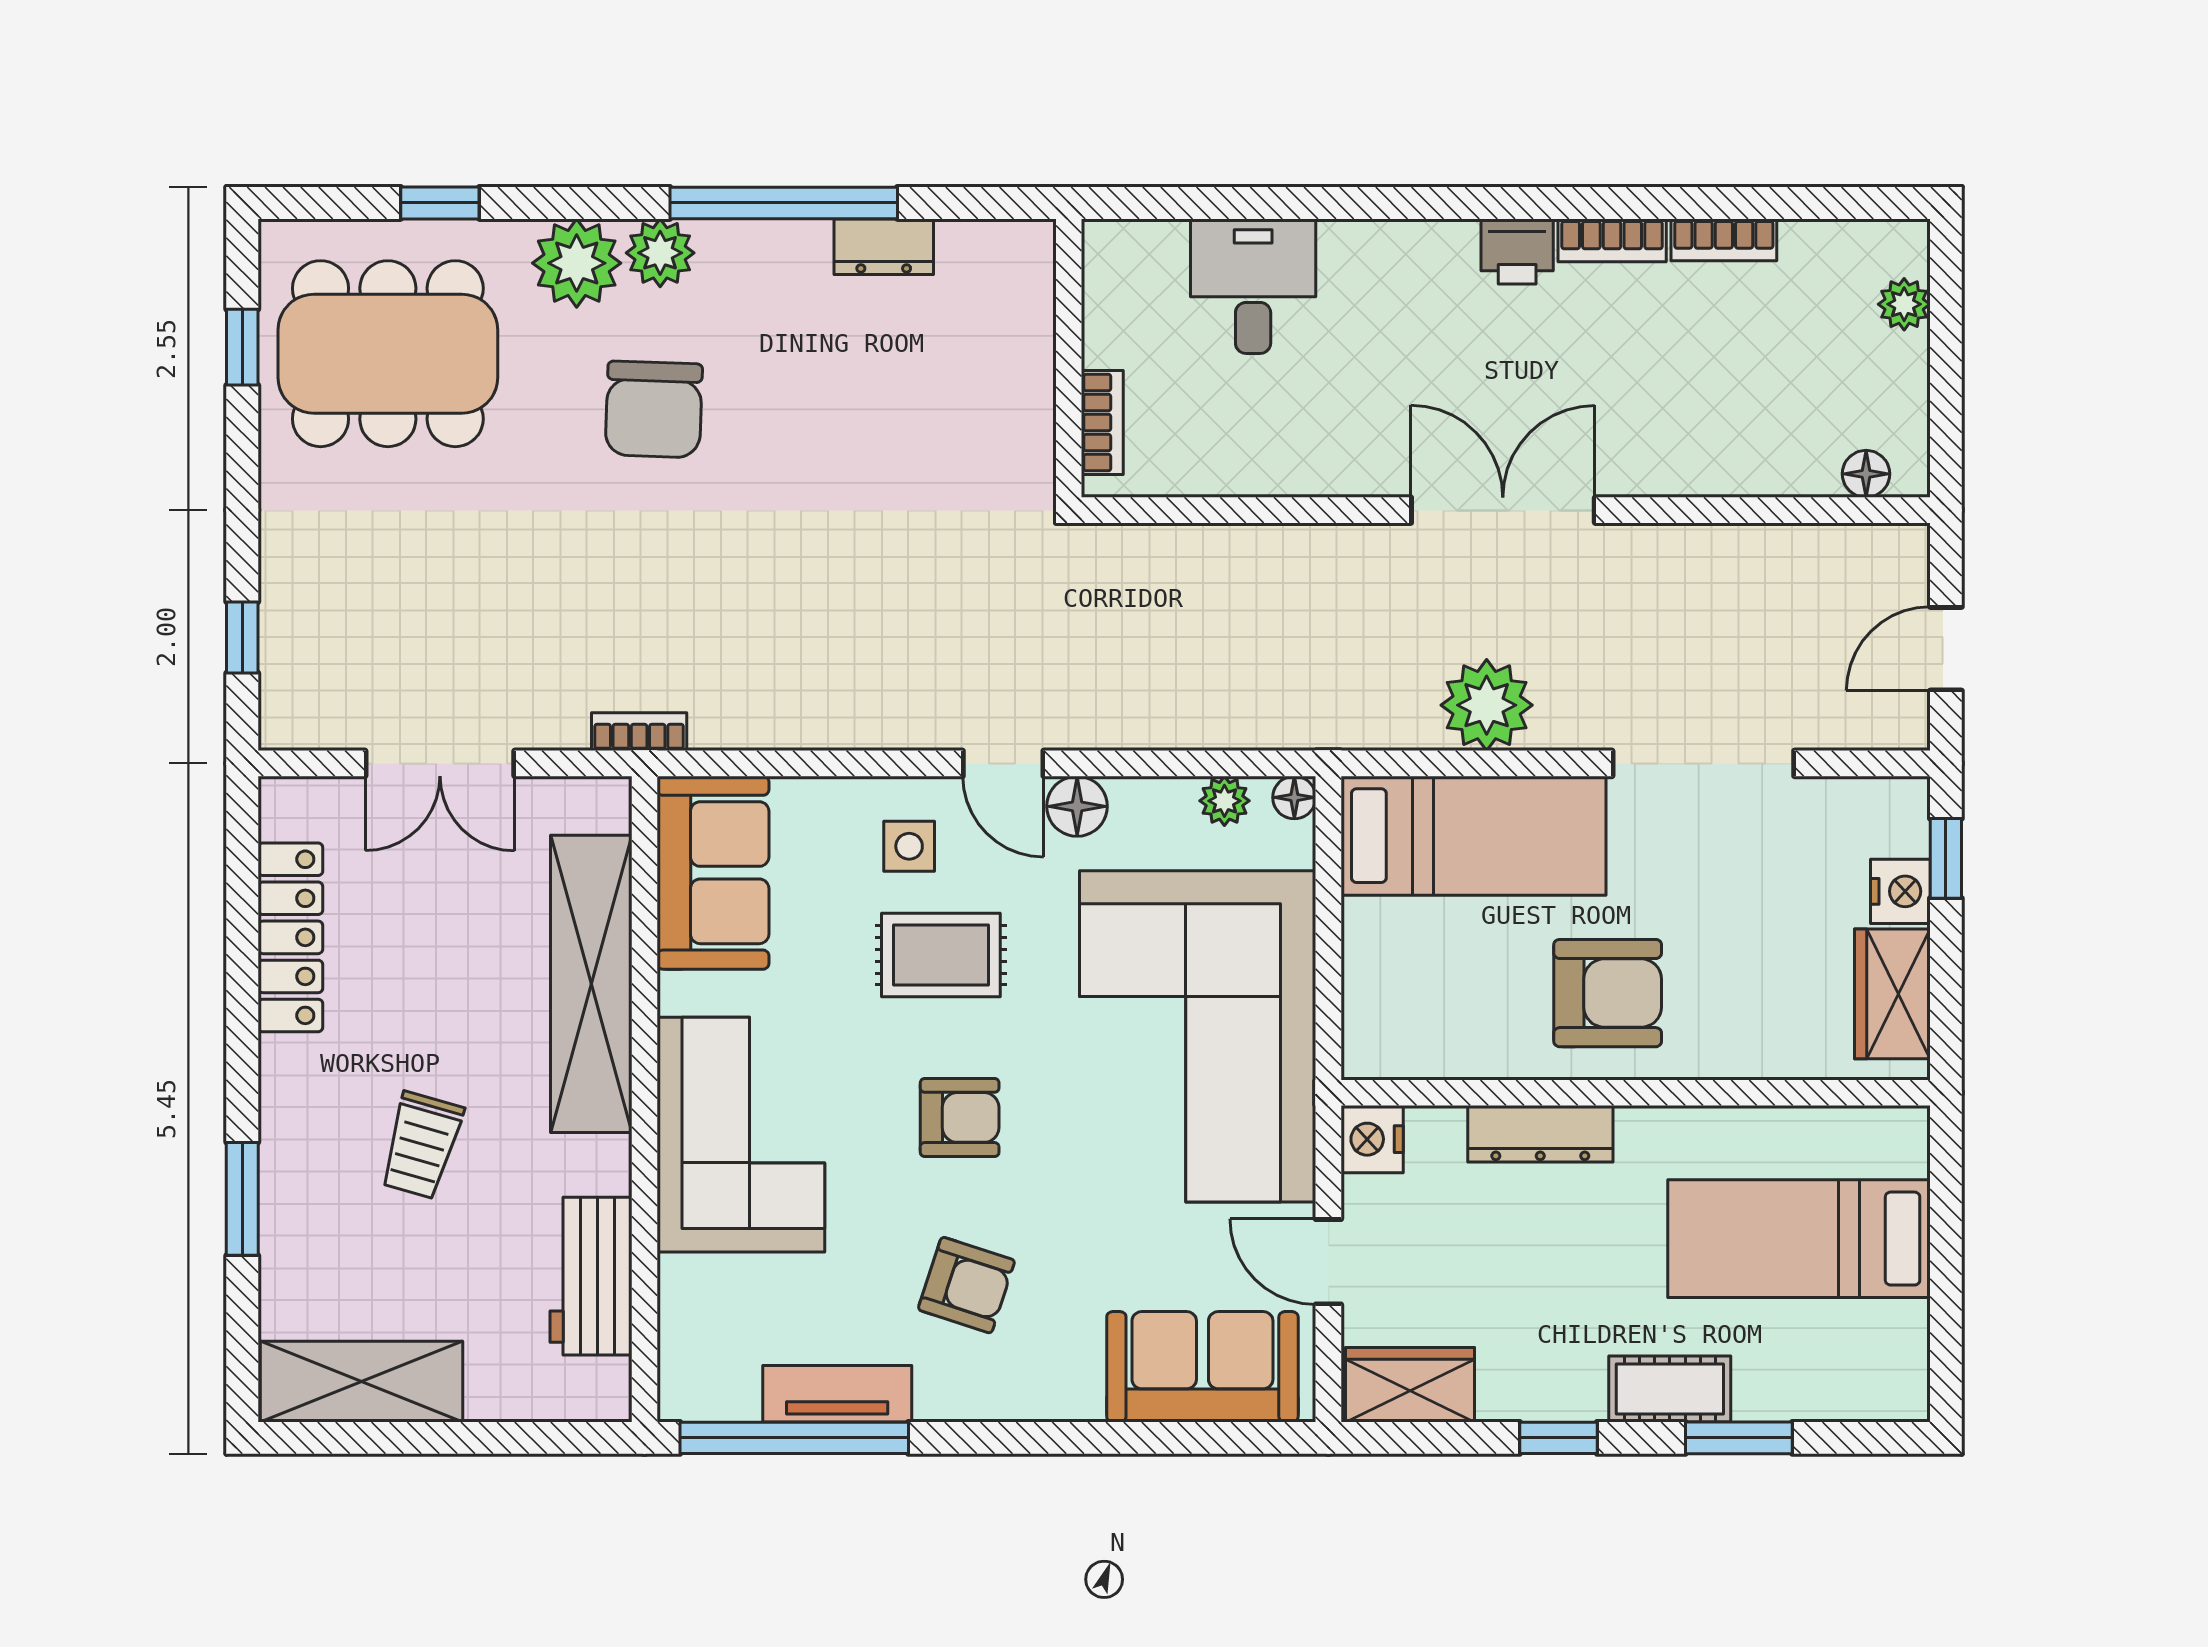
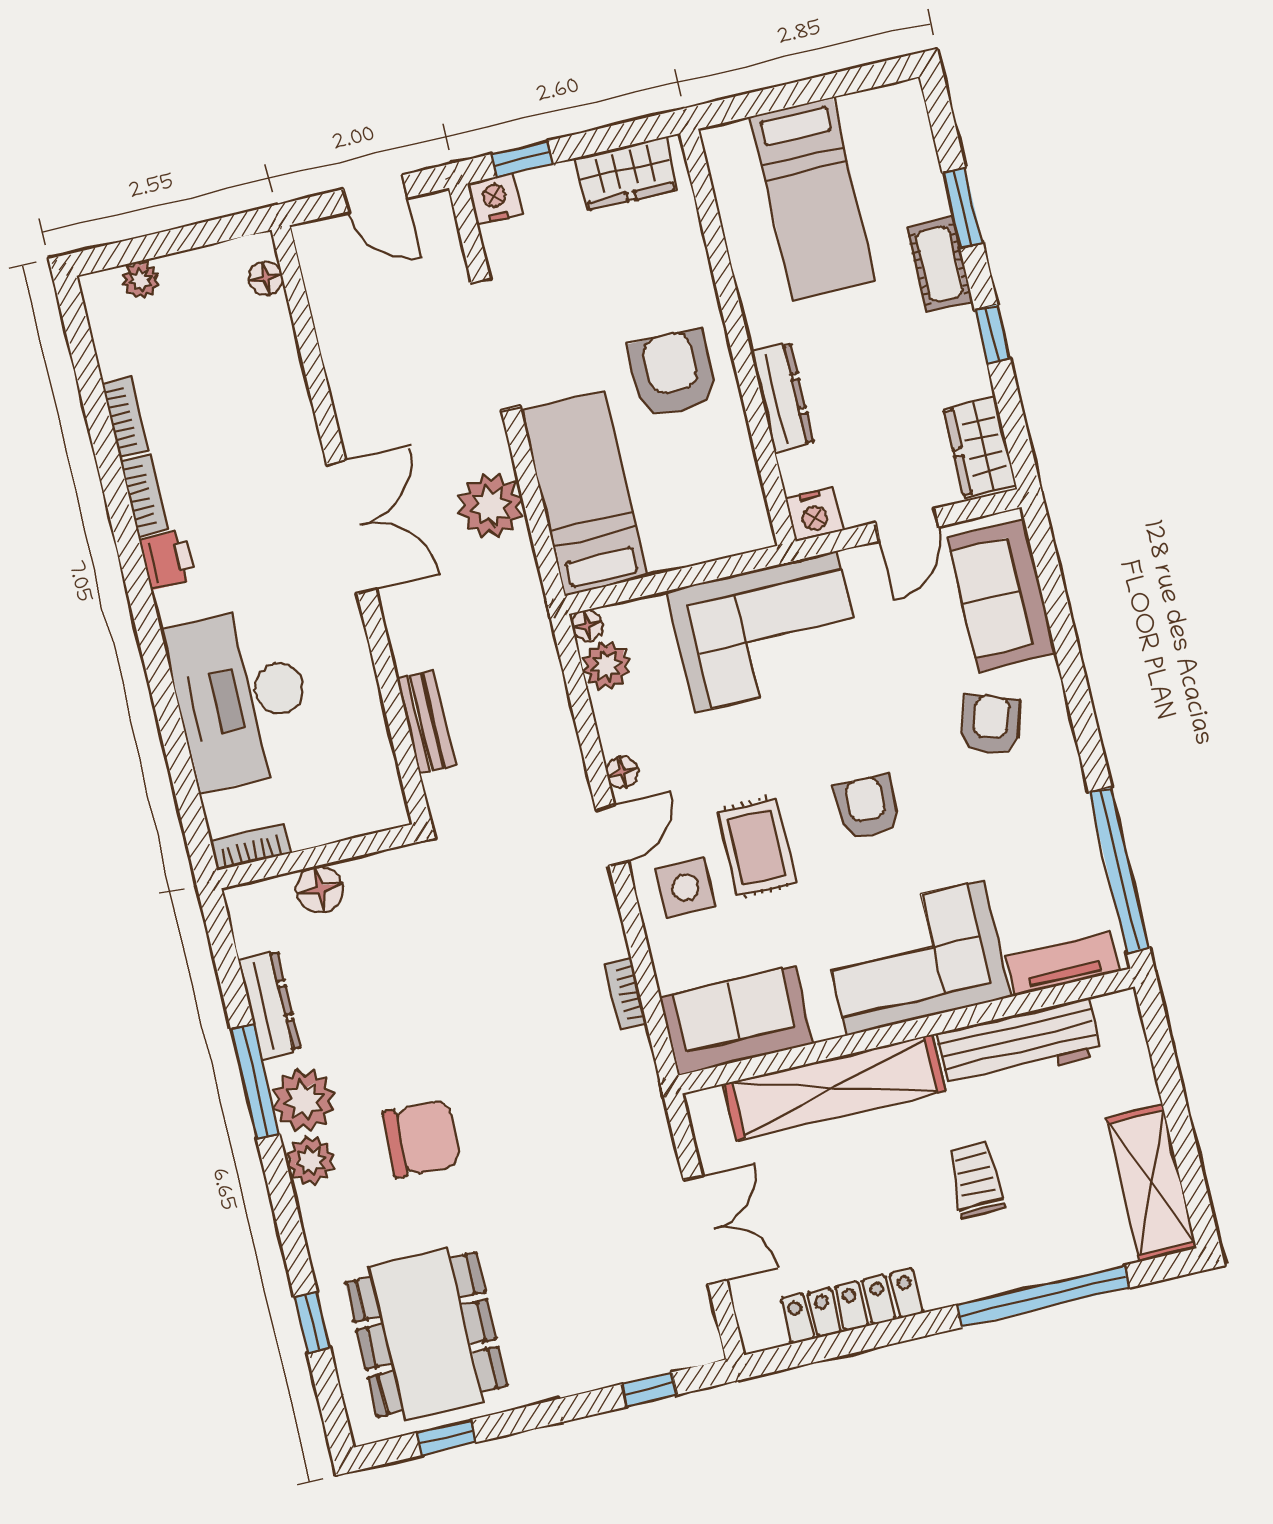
window: (784, 203) -> (255, 1082), width x0.68
dresser: (884, 247) -> (269, 1005), width x1.44
plant: (577, 263) -> (304, 1100), moved
desk: (1253, 286) -> (241, 698), width x1.87, depth x1.30
floor lamp: (1024, 352) -> (320, 889), added
bookcase: (1102, 423) -> (250, 847), moved
double door: (1503, 510) -> (351, 527), swing flipped
bench: (1216, 549) -> (426, 722), added
bookcase: (639, 732) -> (626, 993), moved
plant: (1224, 801) -> (606, 666), width x1.38, depth x1.38
floor lamp: (1077, 806) -> (622, 772), width x0.73, depth x0.73
side table: (909, 846) -> (685, 887), width x1.37, depth x1.37
nightstand: (1900, 891) -> (495, 199), moved
corner sofa: (1198, 1036) -> (766, 632), width x0.73, depth x0.74
trolley: (421, 1145) -> (976, 1180), turned -106
window: (242, 1199) -> (1043, 1296), width x2.11
workbench: (591, 1276) -> (1019, 1044), width x1.37
armchair: (966, 1285) -> (991, 725), moved
tv unit: (837, 1394) -> (1063, 964), moved, turned 90

